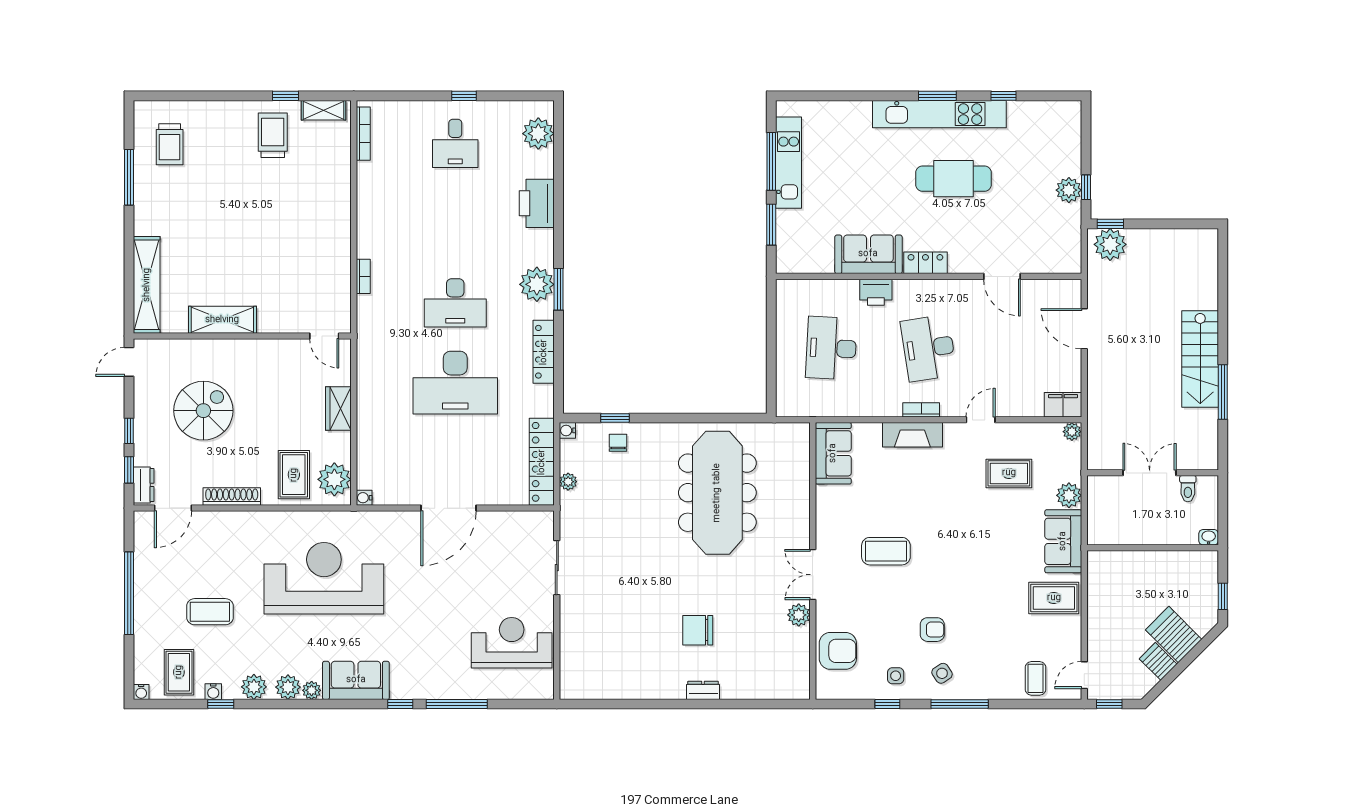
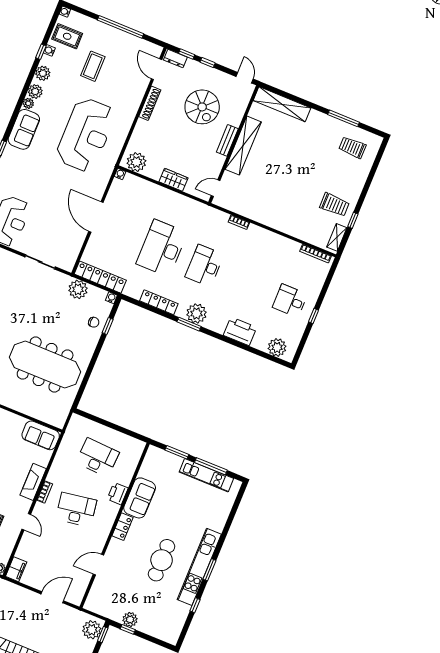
shelving: (222, 320) -> (243, 146), width x1.47
bench: (240, 348) -> (227, 140), added
rug: (294, 475) -> (148, 141), removed
plant: (568, 482) -> (78, 289), width x1.88, depth x1.88

